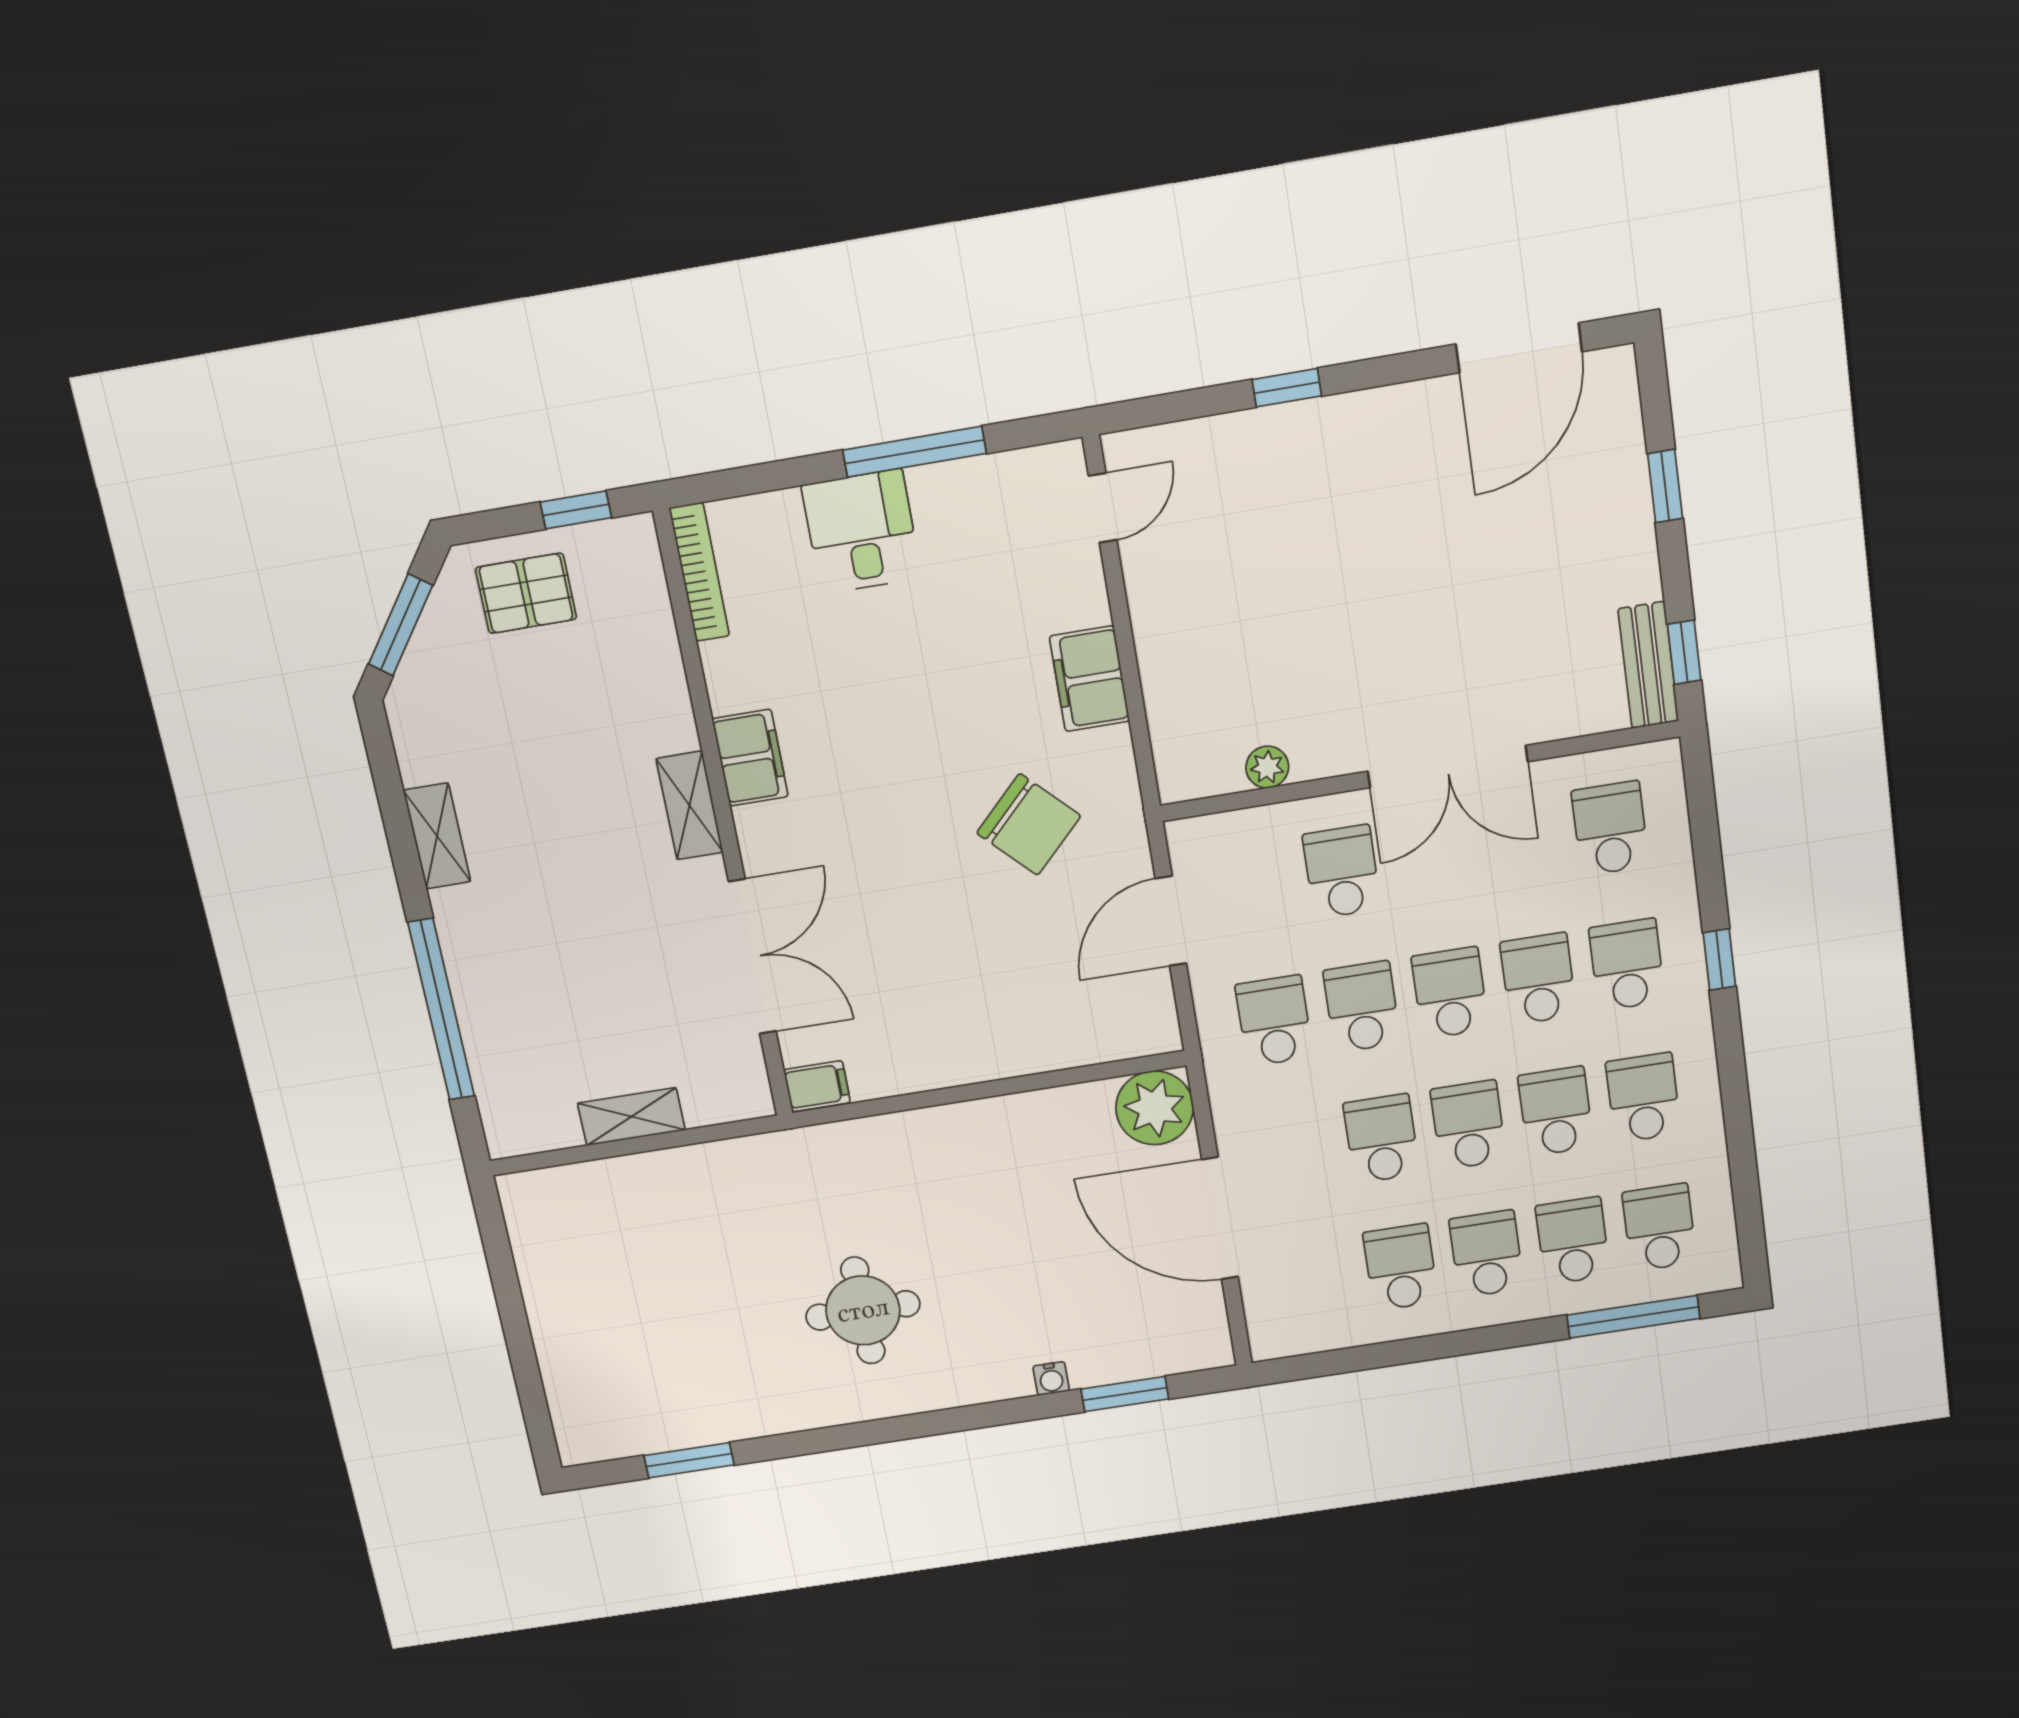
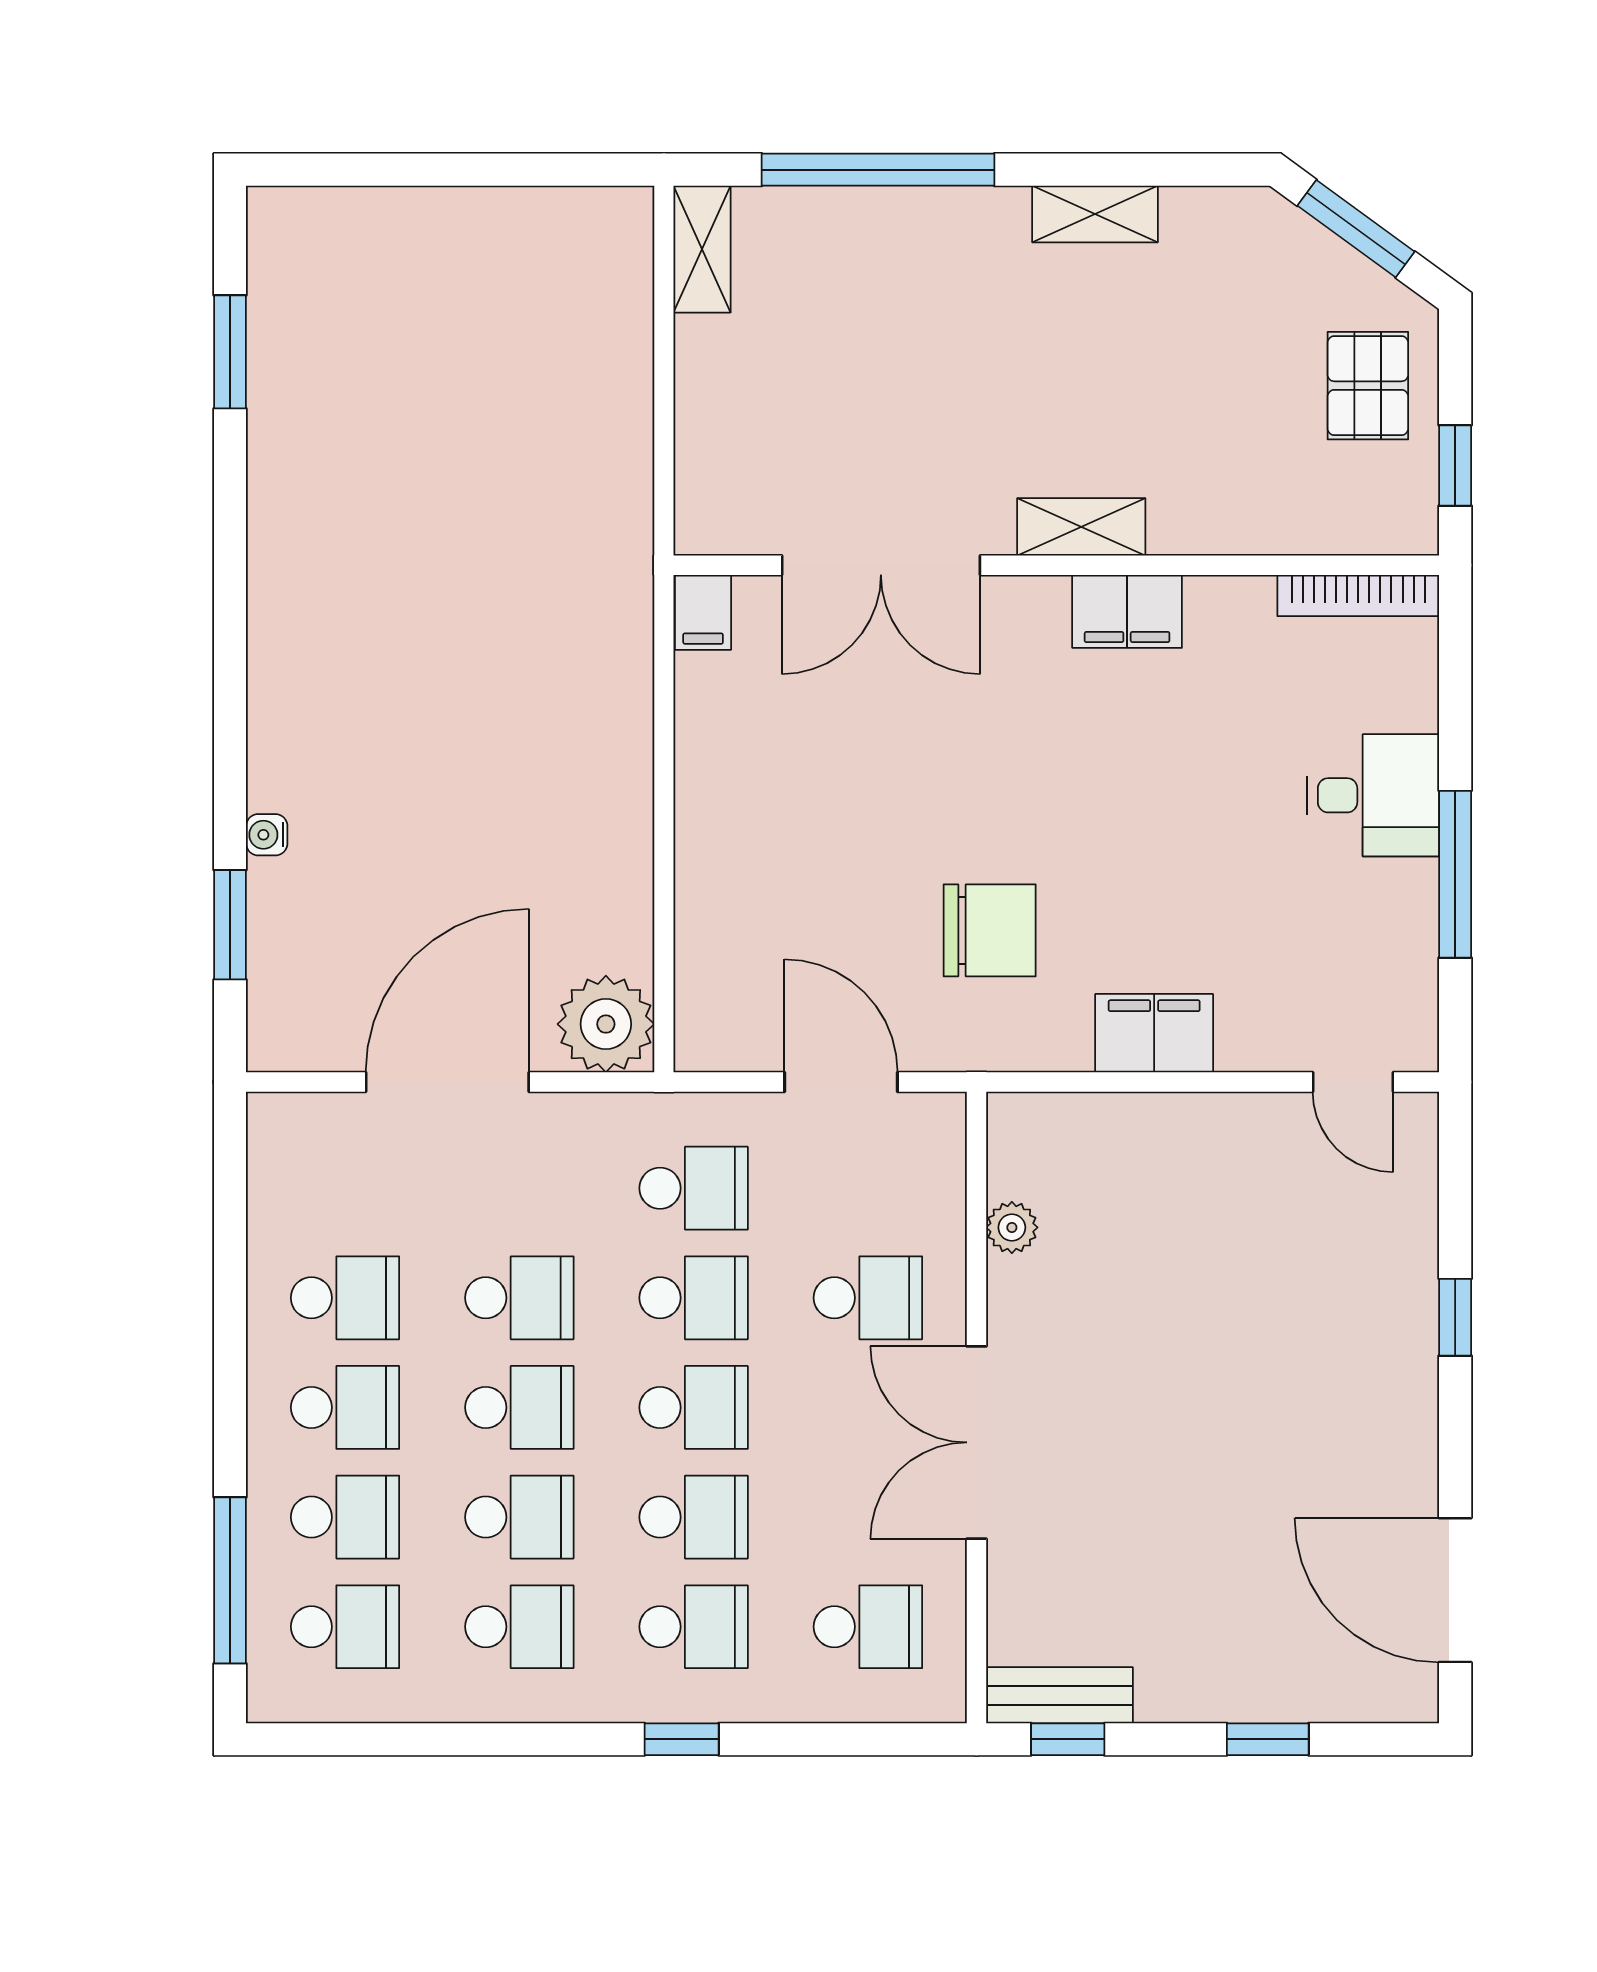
chair: (1029, 824) -> (990, 930), turned -135
shelving: (631, 1117) -> (702, 249), moved
round table: (863, 1310) -> (398, 613), removed

